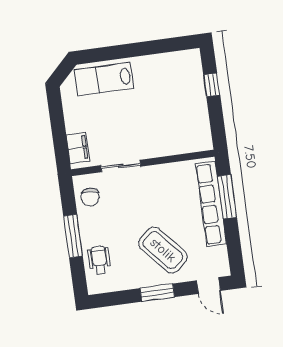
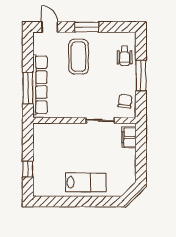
lab bench: (104, 79) -> (86, 182), moved
coffee table: (163, 250) -> (79, 57), turned 41

